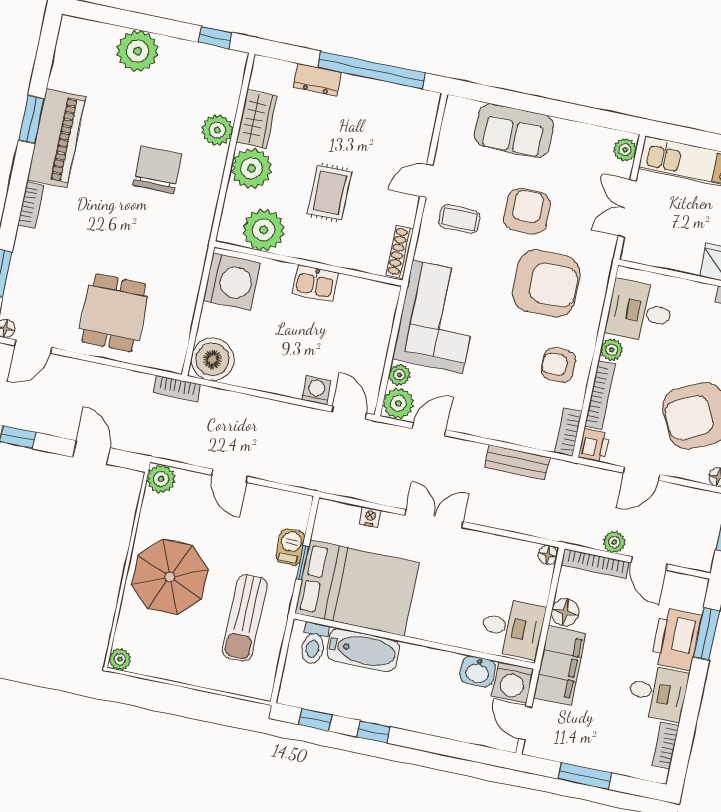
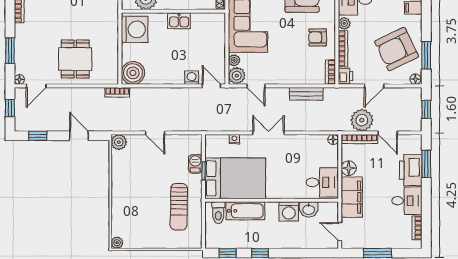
door: (429, 429) -> (256, 86), swing flipped
plant: (614, 542) -> (362, 120), width x1.88, depth x1.88
parasol: (170, 577) -> (134, 193), removed
washing machine: (513, 683) -> (289, 211), moved

